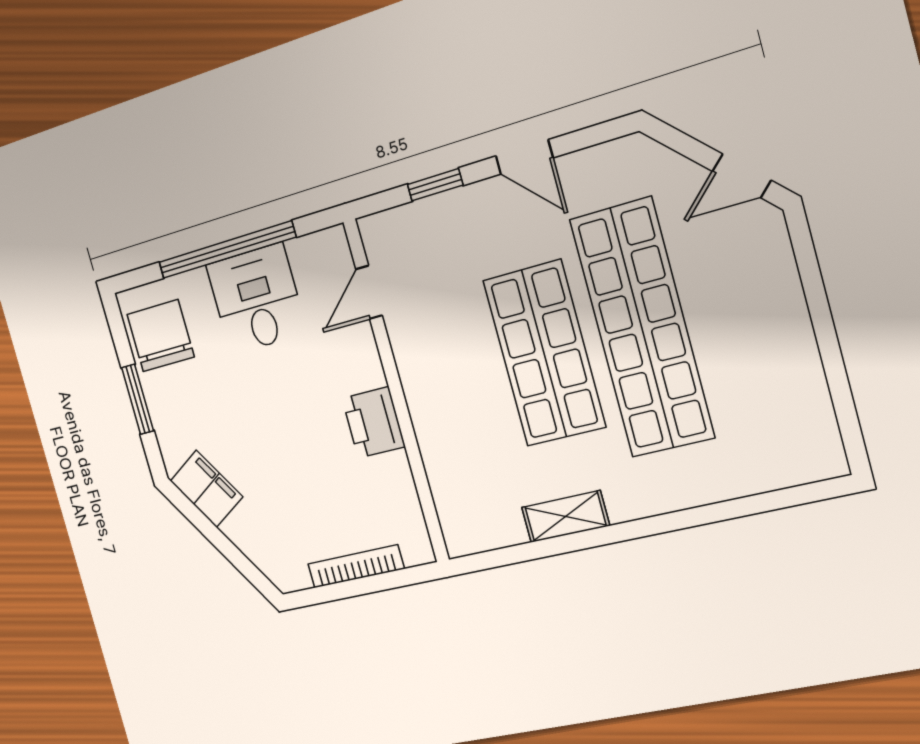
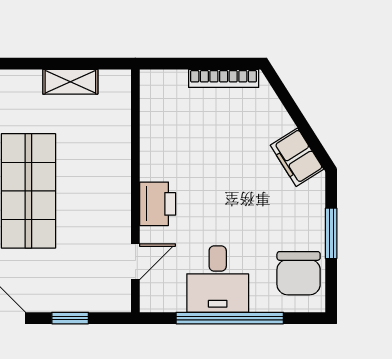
printer: (373, 422) -> (158, 204), moved
shelving: (565, 516) -> (70, 82), moved
bookcase: (356, 566) -> (224, 78), moved

